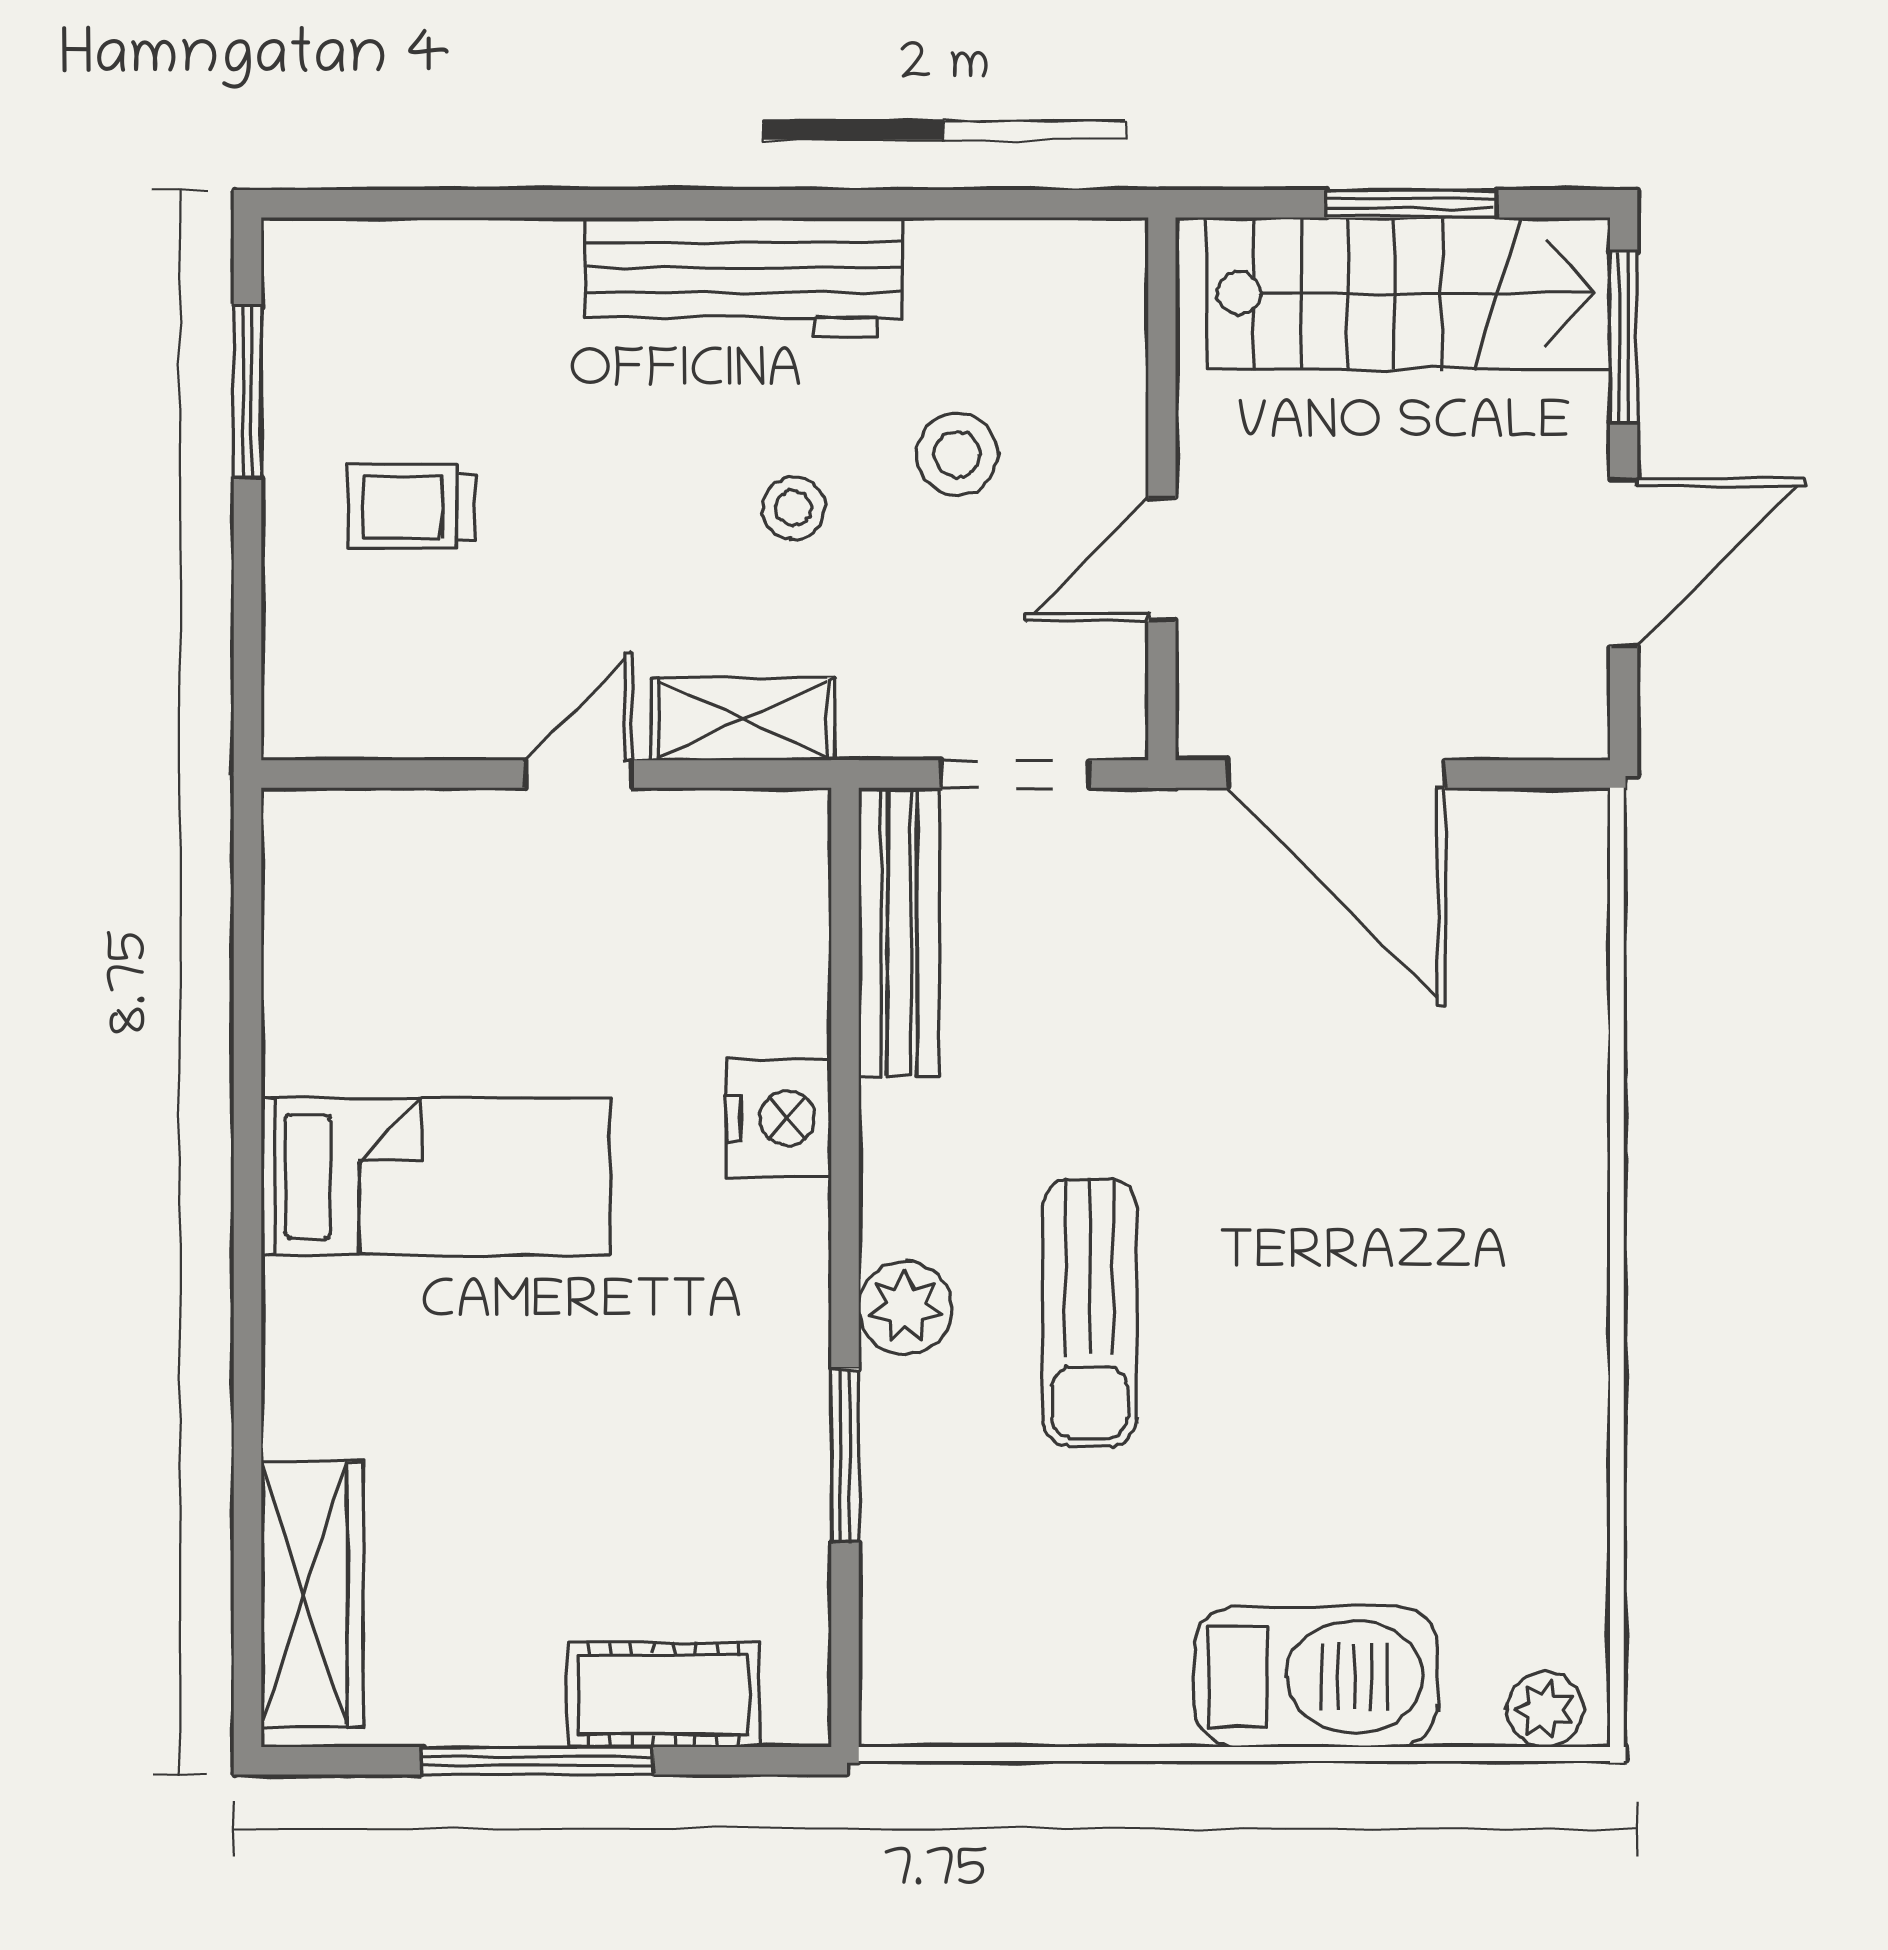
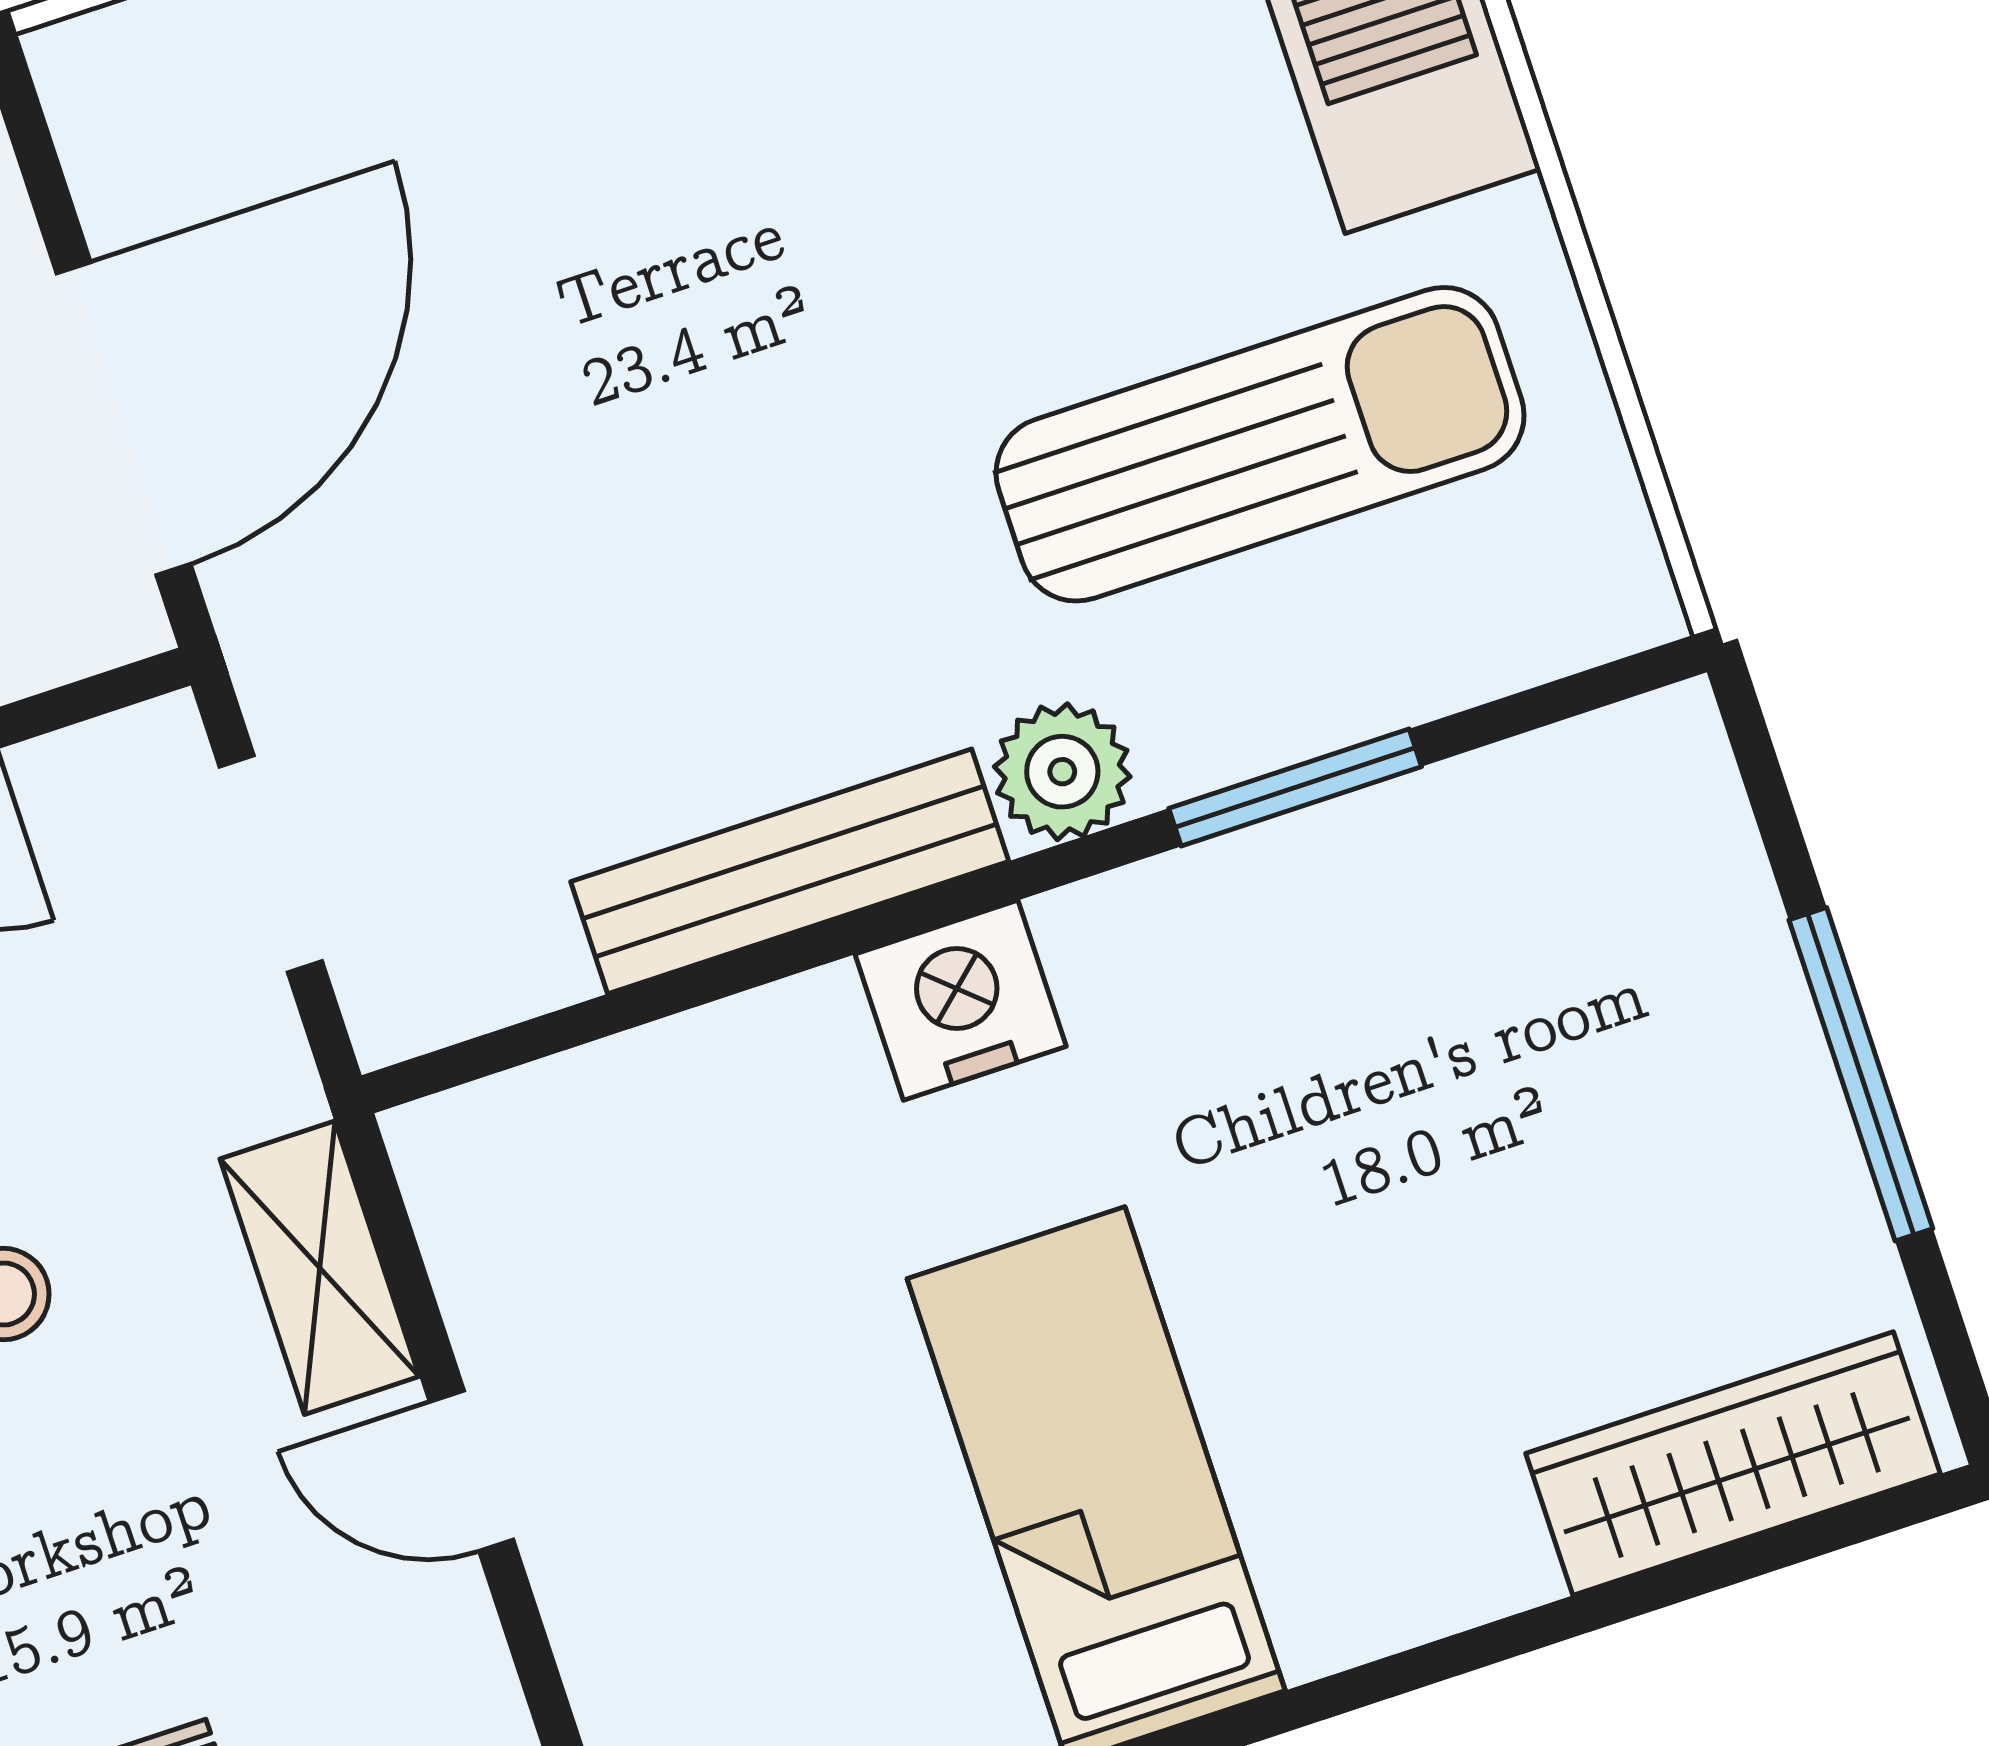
bench: (899, 932) -> (790, 871), moved
nightstand: (779, 1118) -> (961, 1000), moved
sun lounger: (1090, 1313) -> (1260, 444), moved, width x1.36, depth x1.34
cot: (664, 1695) -> (1711, 929), removed

